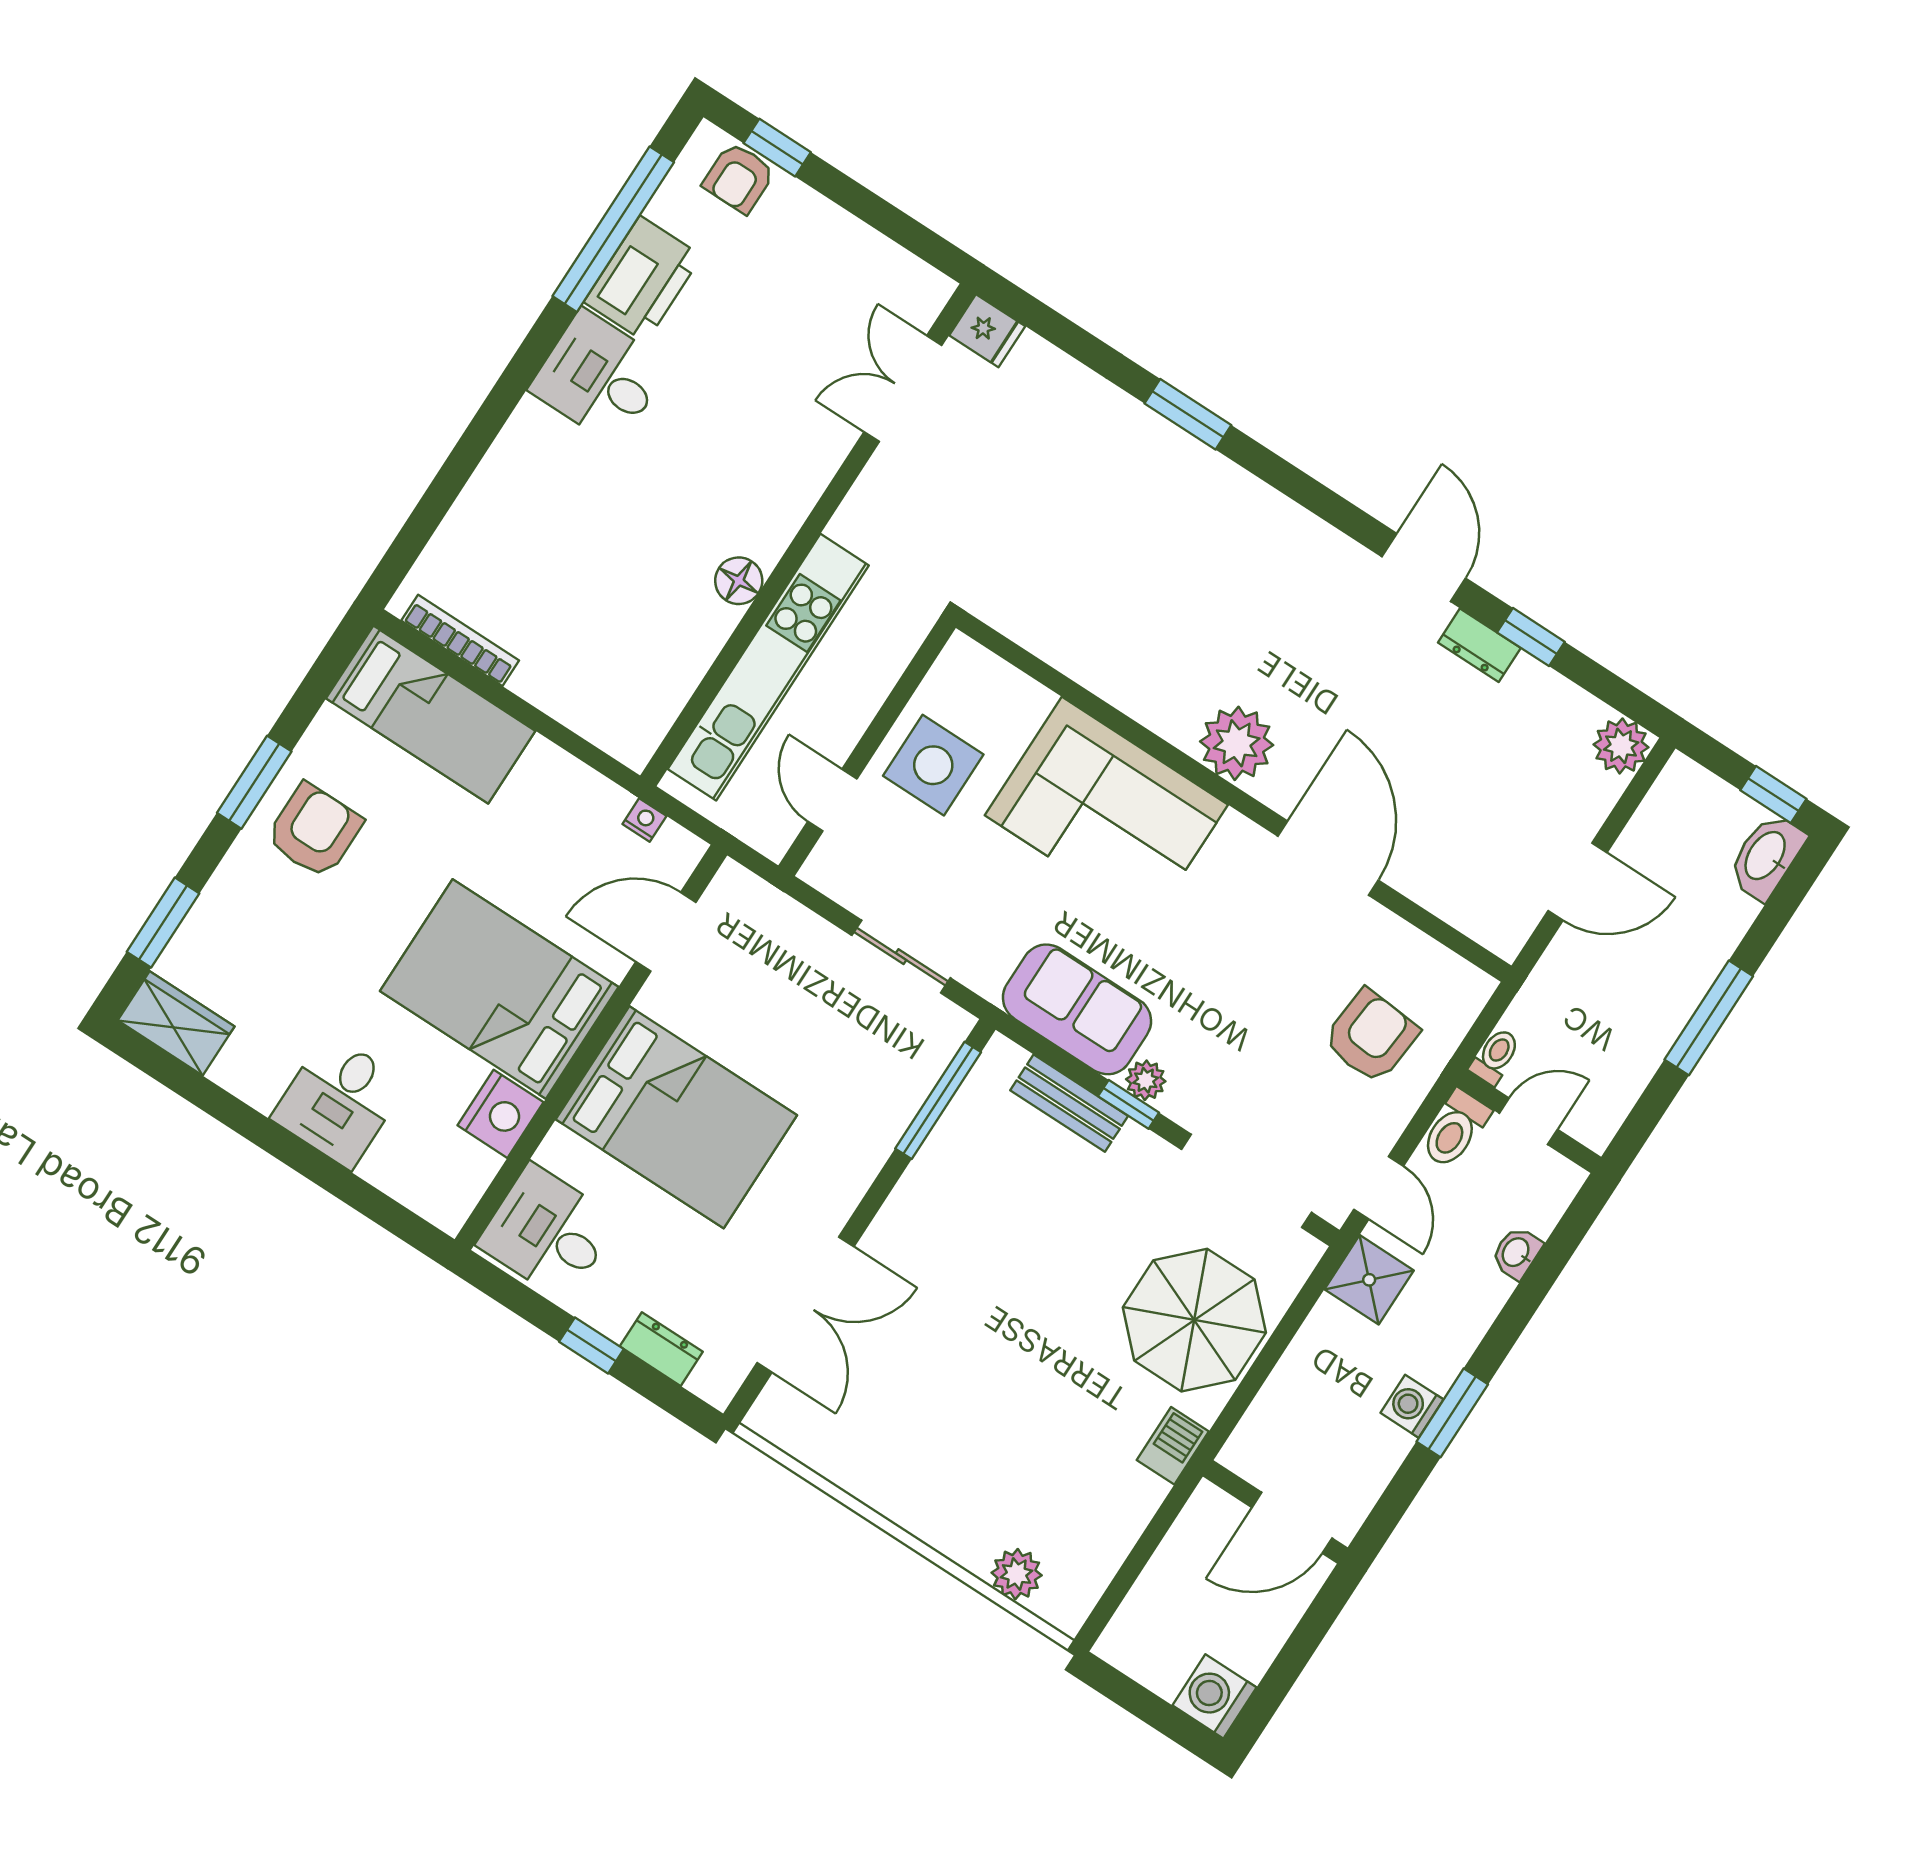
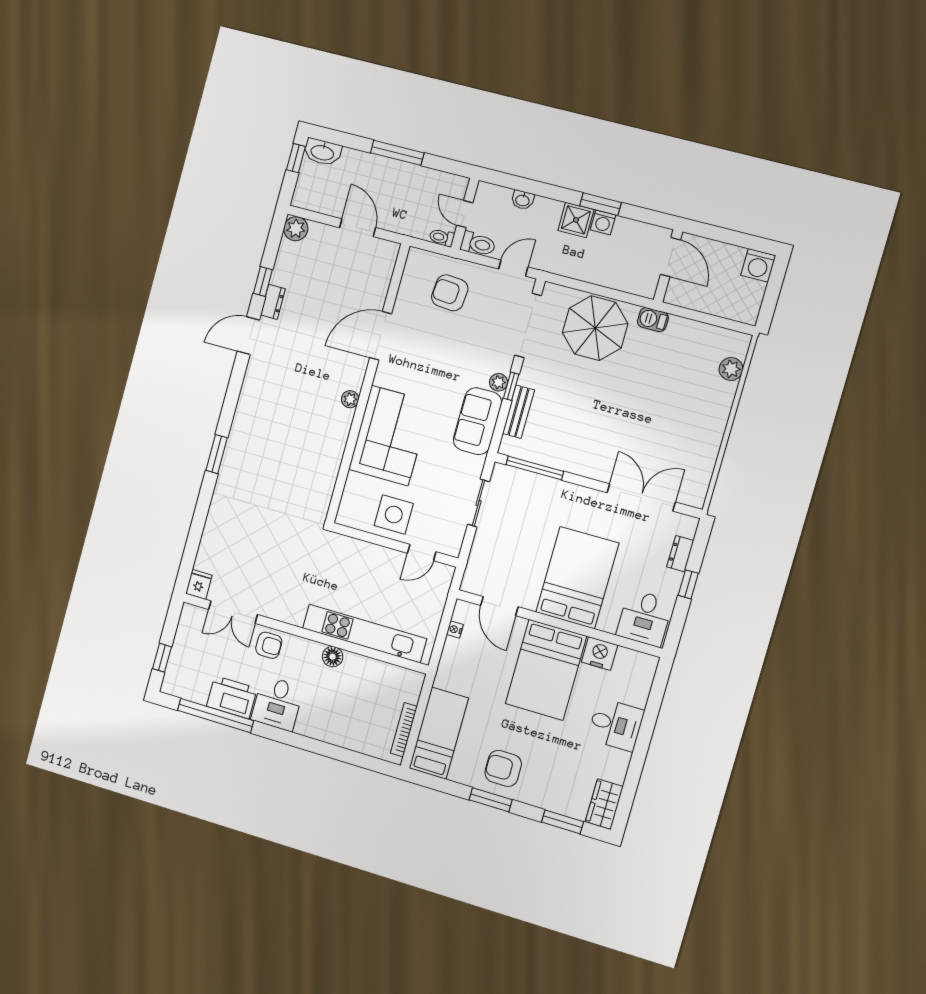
armchair: (739, 178) -> (269, 645), moved
fridge: (987, 331) -> (199, 584), moved
double door: (903, 389) -> (233, 612), moved
wall: (808, 535) -> (305, 633), moved
floor lamp: (739, 581) -> (333, 657), moved
kitchen unit: (768, 667) -> (364, 633), moved
plant: (1237, 743) -> (350, 399), width x0.53, depth x0.53
shower: (1369, 1280) -> (576, 220), moved

